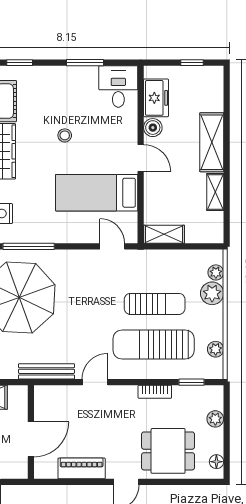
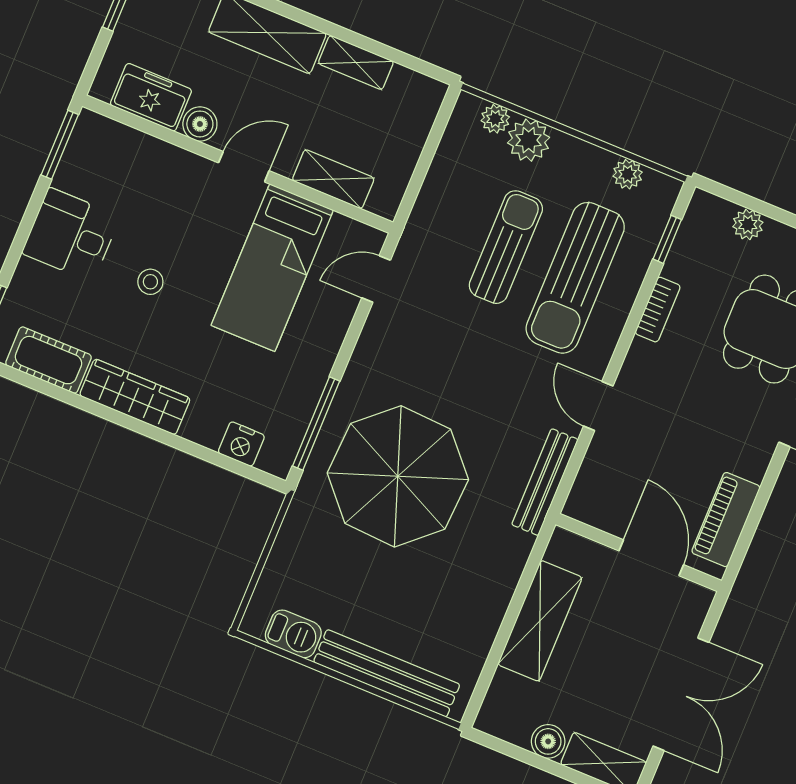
window: (85, 63) -> (60, 145), moved
desk: (118, 86) -> (71, 235), moved
shelving: (164, 234) -> (333, 179), moved, turned 90
piano: (82, 468) -> (726, 520), moved

